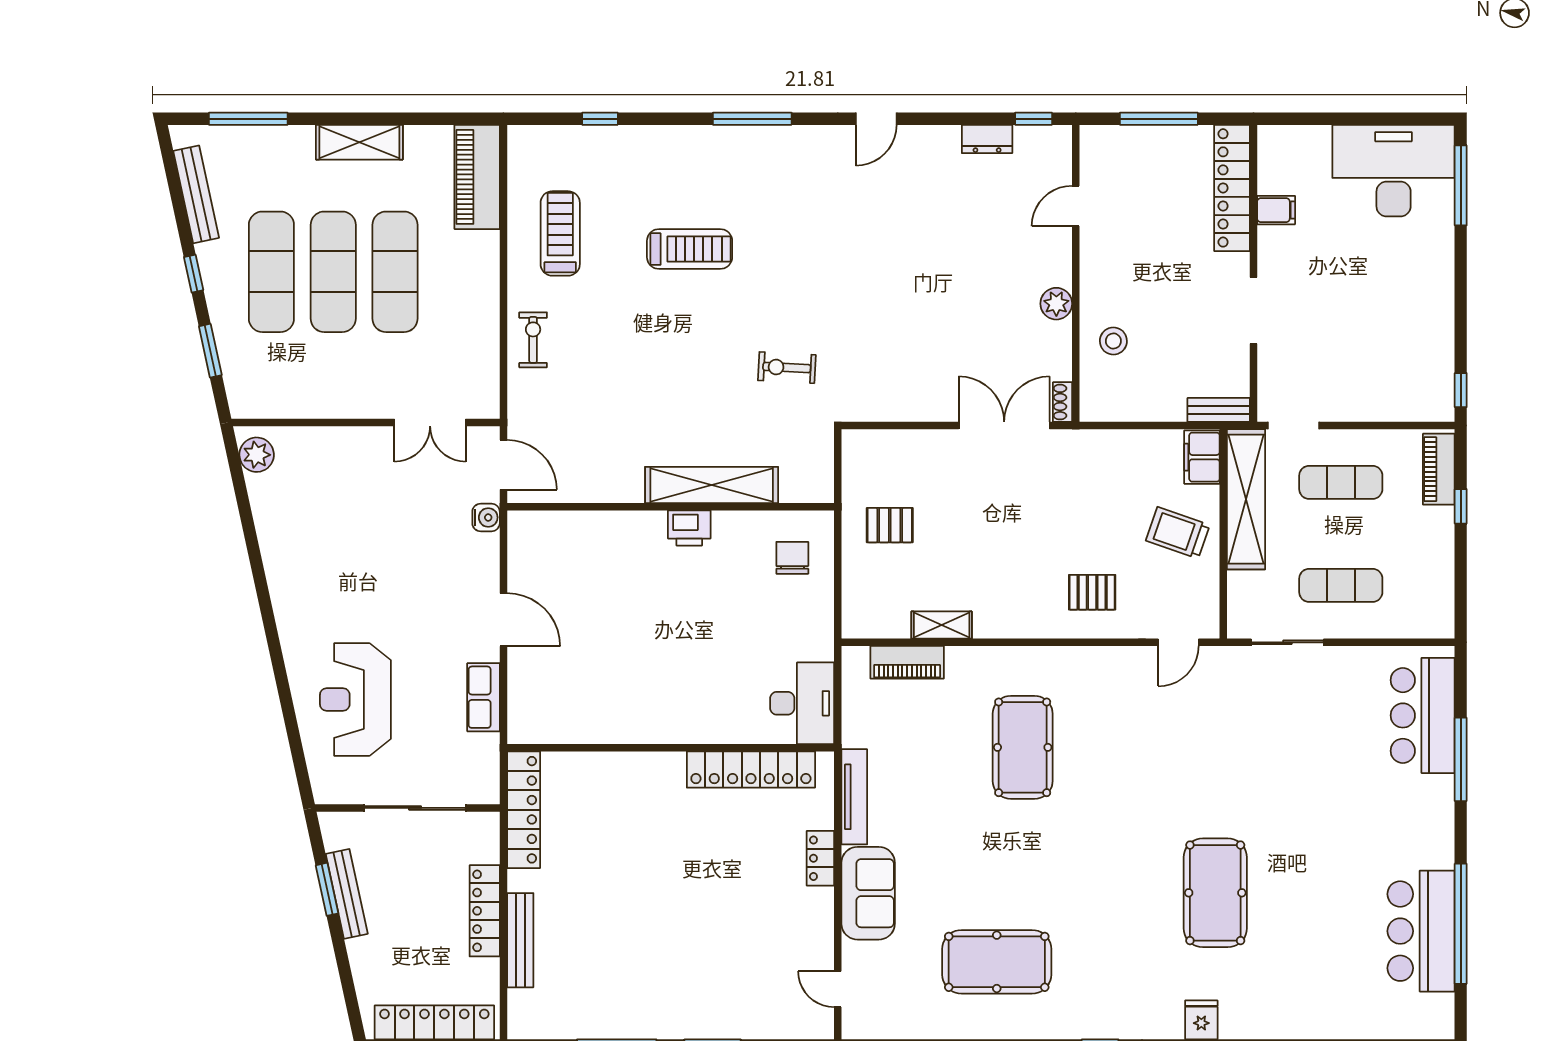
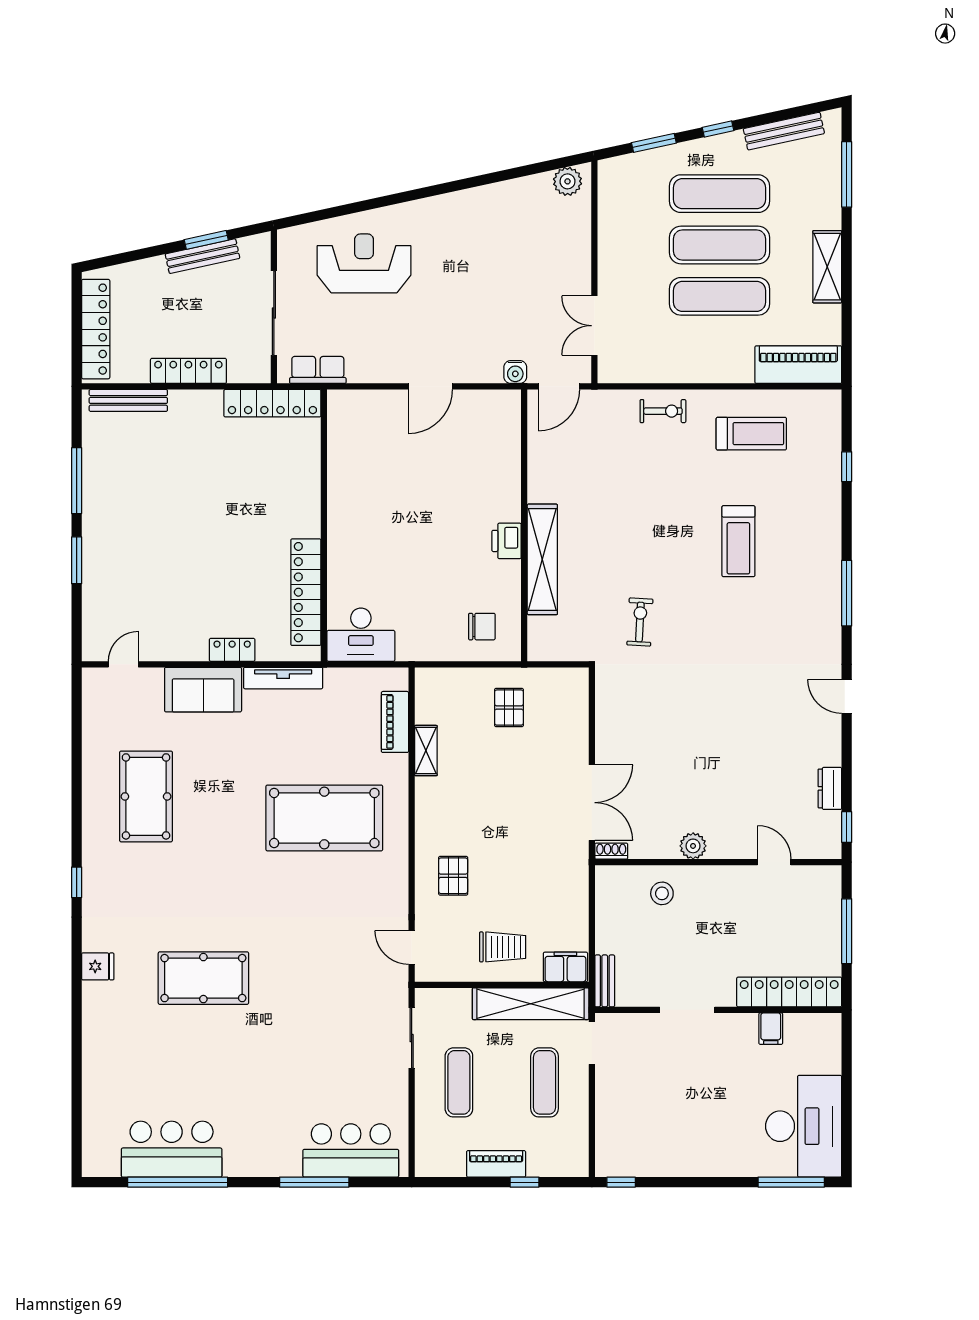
piano: (1439, 469) -> (496, 1164), moved
trolley: (1178, 533) -> (503, 947), turned 71
row of seats: (483, 697) -> (318, 370), moved
pool table: (1023, 747) -> (324, 818), width x1.36, depth x1.32
bench: (520, 940) -> (128, 400), moved

